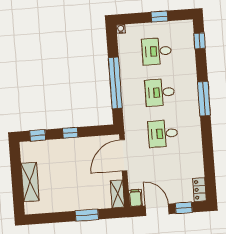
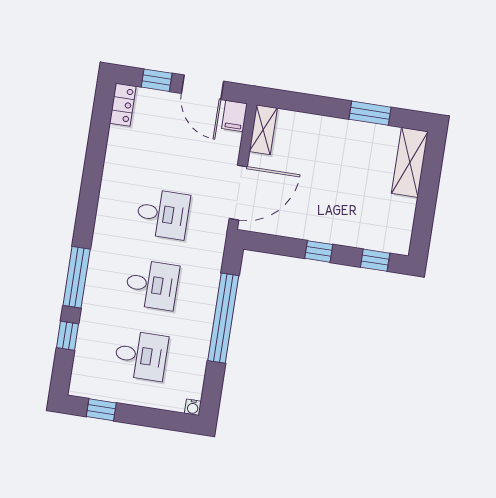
window: (159, 17) -> (101, 410), moved
window: (200, 41) -> (67, 336), moved
window: (204, 99) -> (77, 277), moved
shelving: (30, 182) -> (410, 162), moved
window: (87, 215) -> (370, 113), moved

